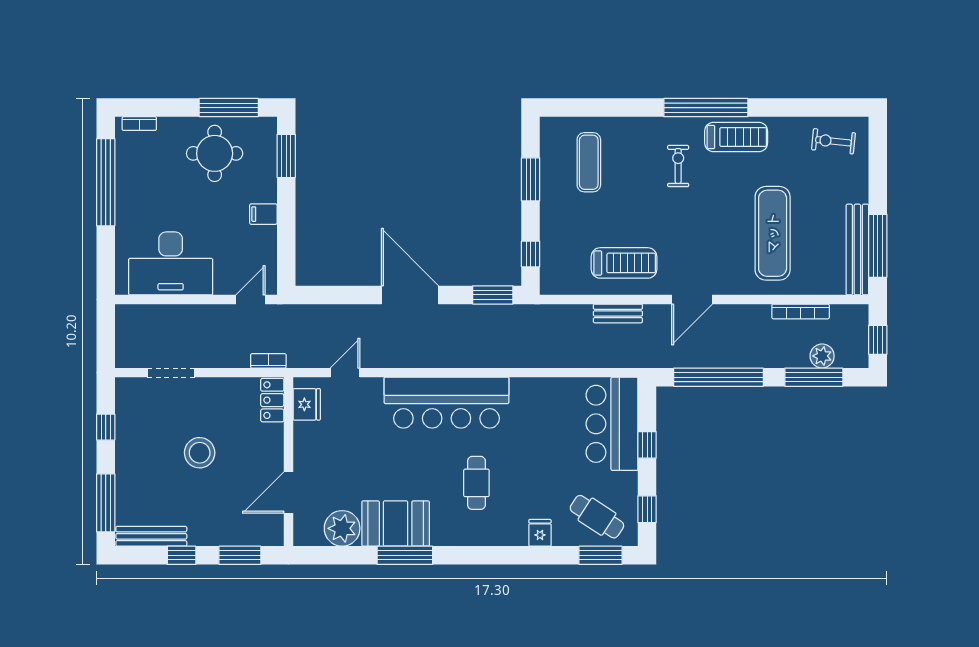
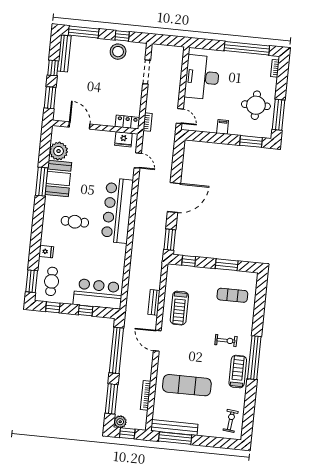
treadmill: (736, 137) -> (238, 372), turned 180
plant: (822, 356) -> (120, 422), moved
stool: (200, 453) -> (118, 52), moved
cafe table: (597, 517) -> (52, 281), turned -33

